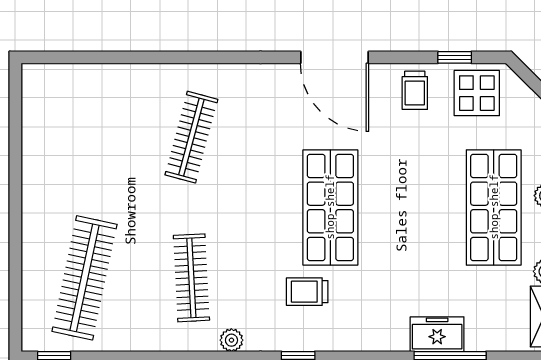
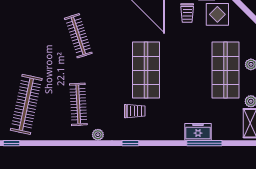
clothes rail: (191, 137) -> (78, 36), turned -33
trolley: (307, 292) -> (135, 111), turned 180

